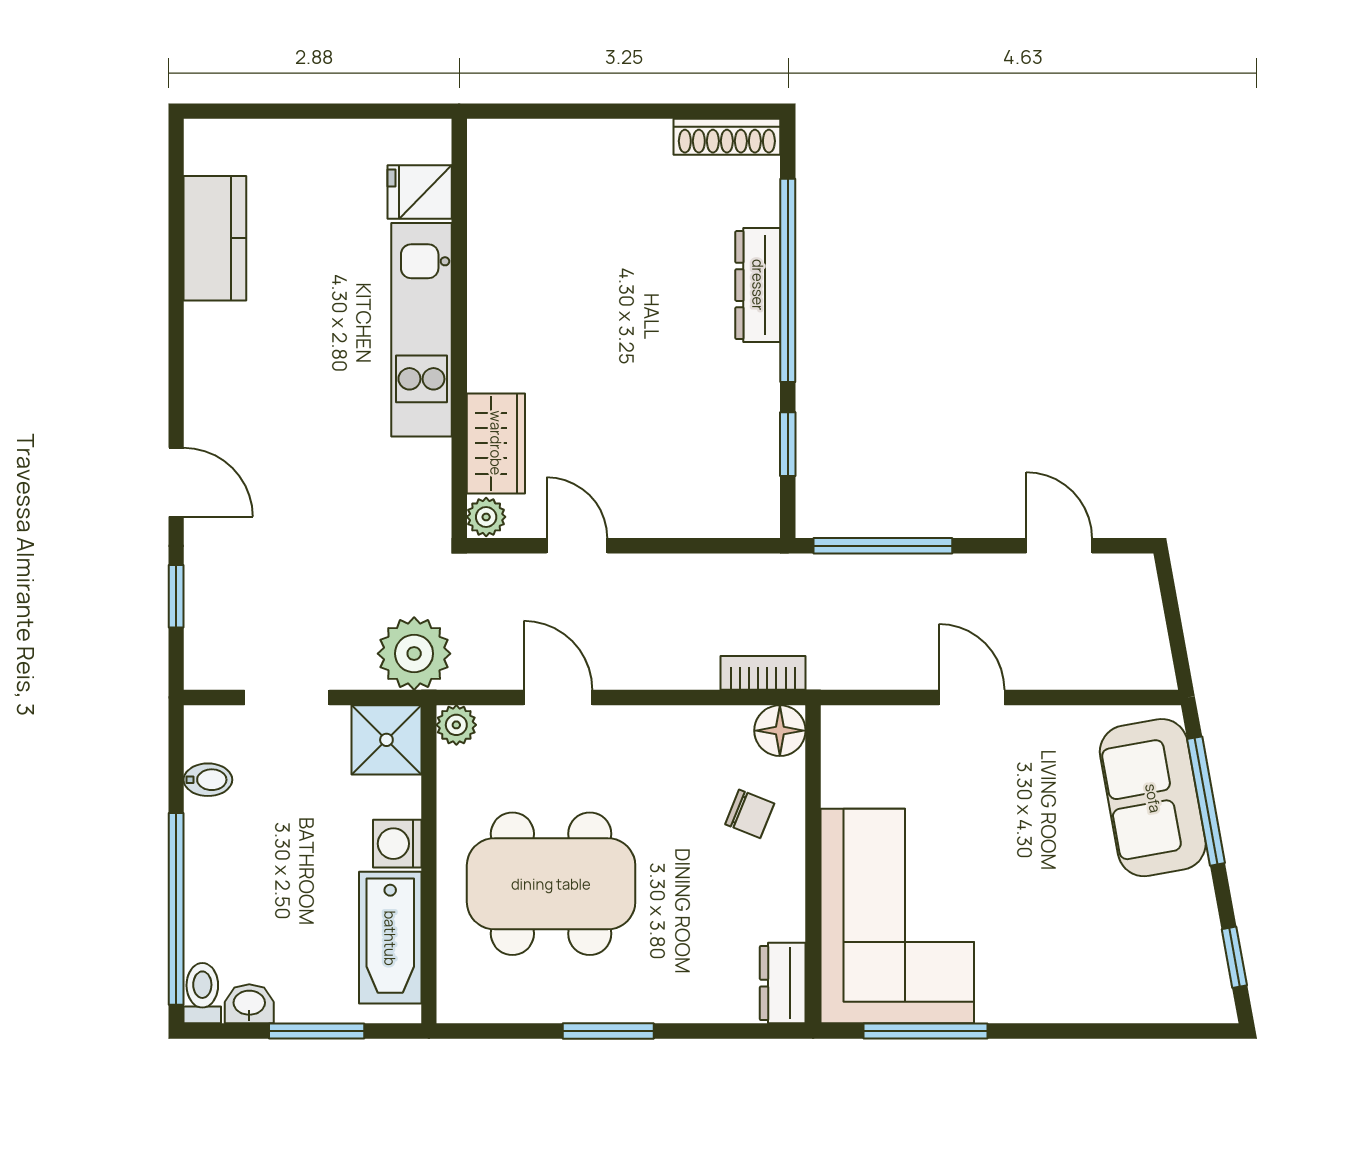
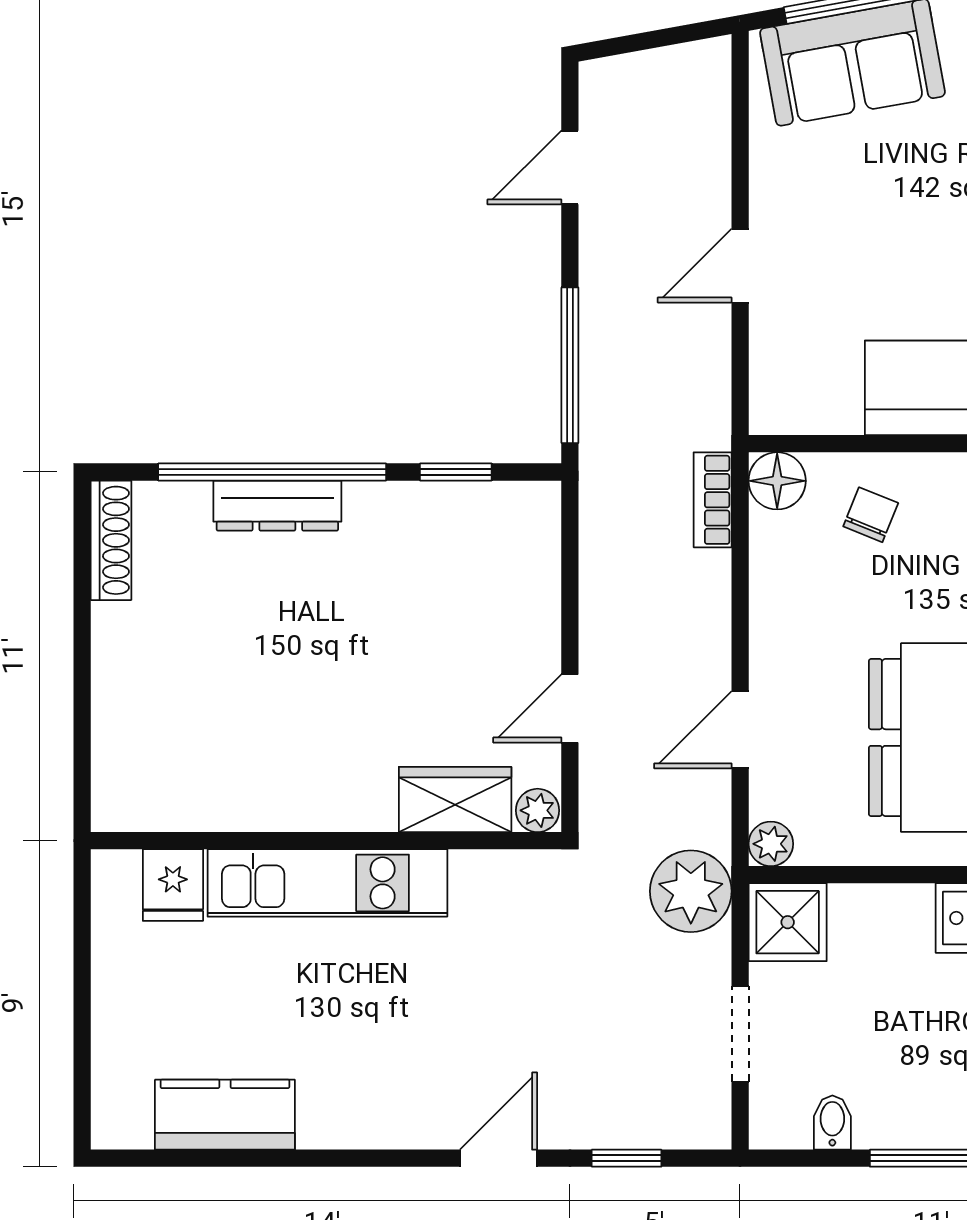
washing machine: (397, 844) -> (904, 910), removed

